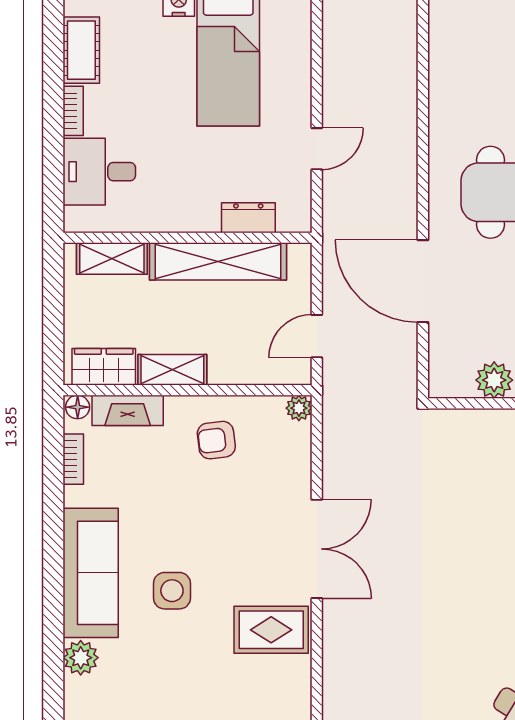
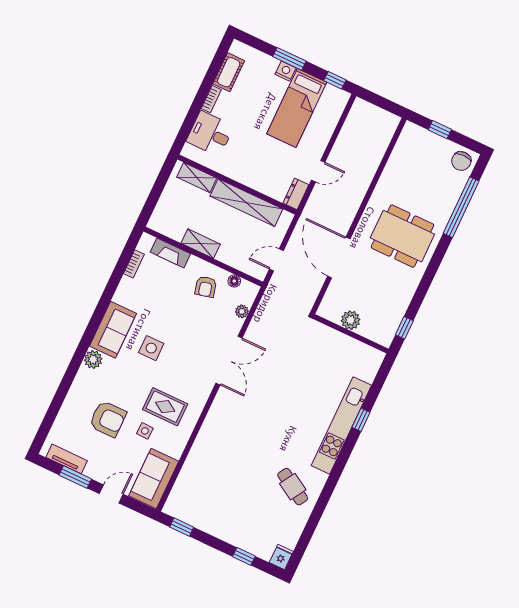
dresser: (248, 218) -> (296, 194), moved, turned -90
wardrobe: (104, 367) -> (169, 227), removed
floor lamp: (78, 407) -> (234, 281), moved
plant: (299, 408) -> (242, 311), moved
armchair: (216, 440) -> (206, 287), turned -97
sofa: (91, 573) -> (113, 330), width x0.73
rug: (271, 630) -> (165, 407), moved

